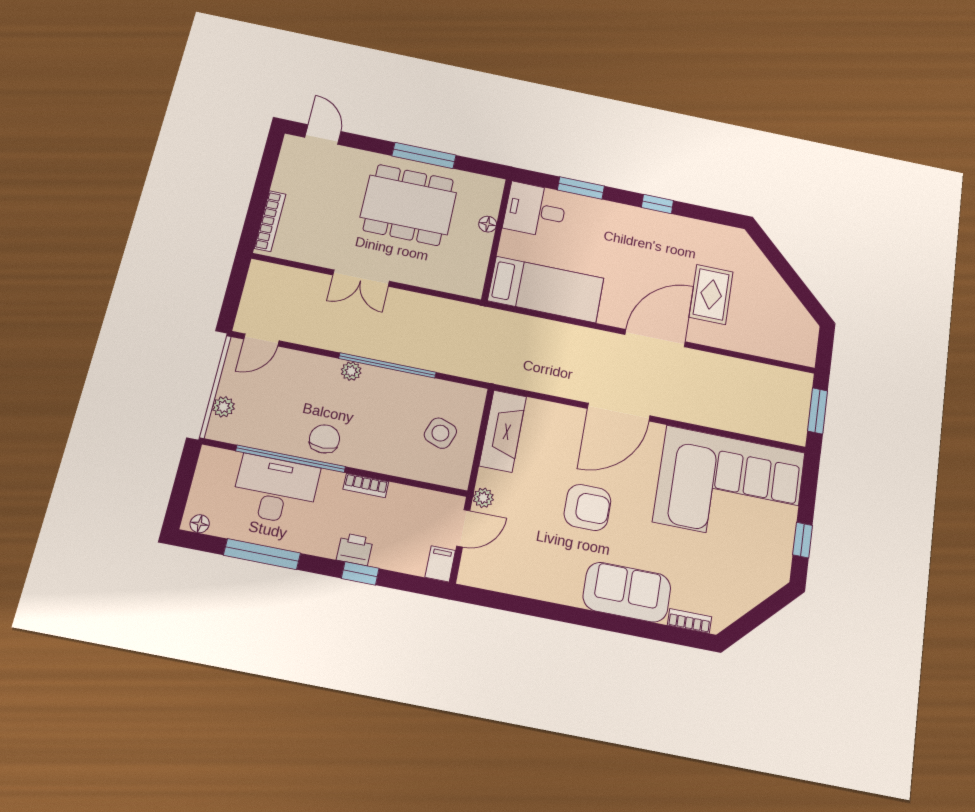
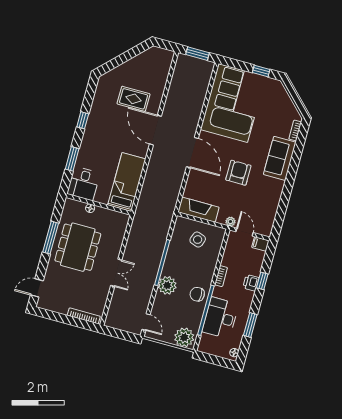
plant: (351, 371) -> (167, 285), width x1.88, depth x1.88
plant: (223, 407) -> (184, 337), width x1.88, depth x1.88
window: (262, 554) -> (250, 325), width x0.69

